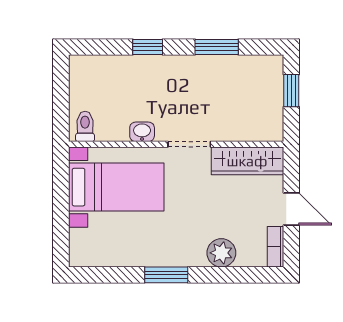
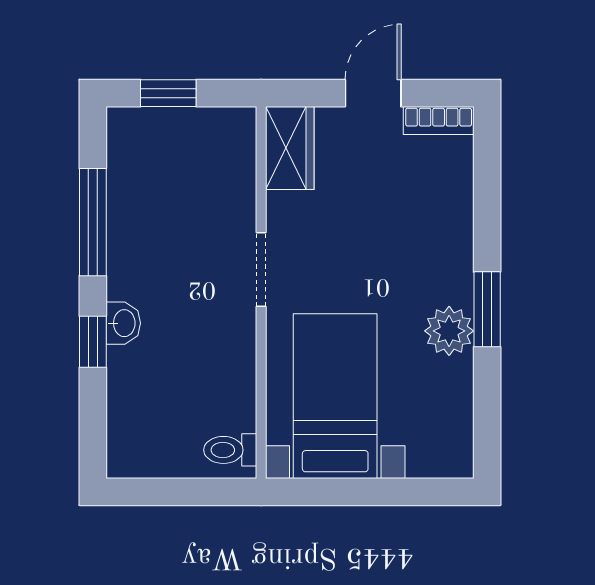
window: (217, 47) -> (93, 222), width x1.44
washbasin: (142, 132) -> (123, 323), moved, turned 180
wardrobe: (247, 161) -> (290, 148), width x0.67
plant: (221, 253) -> (449, 331), moved

